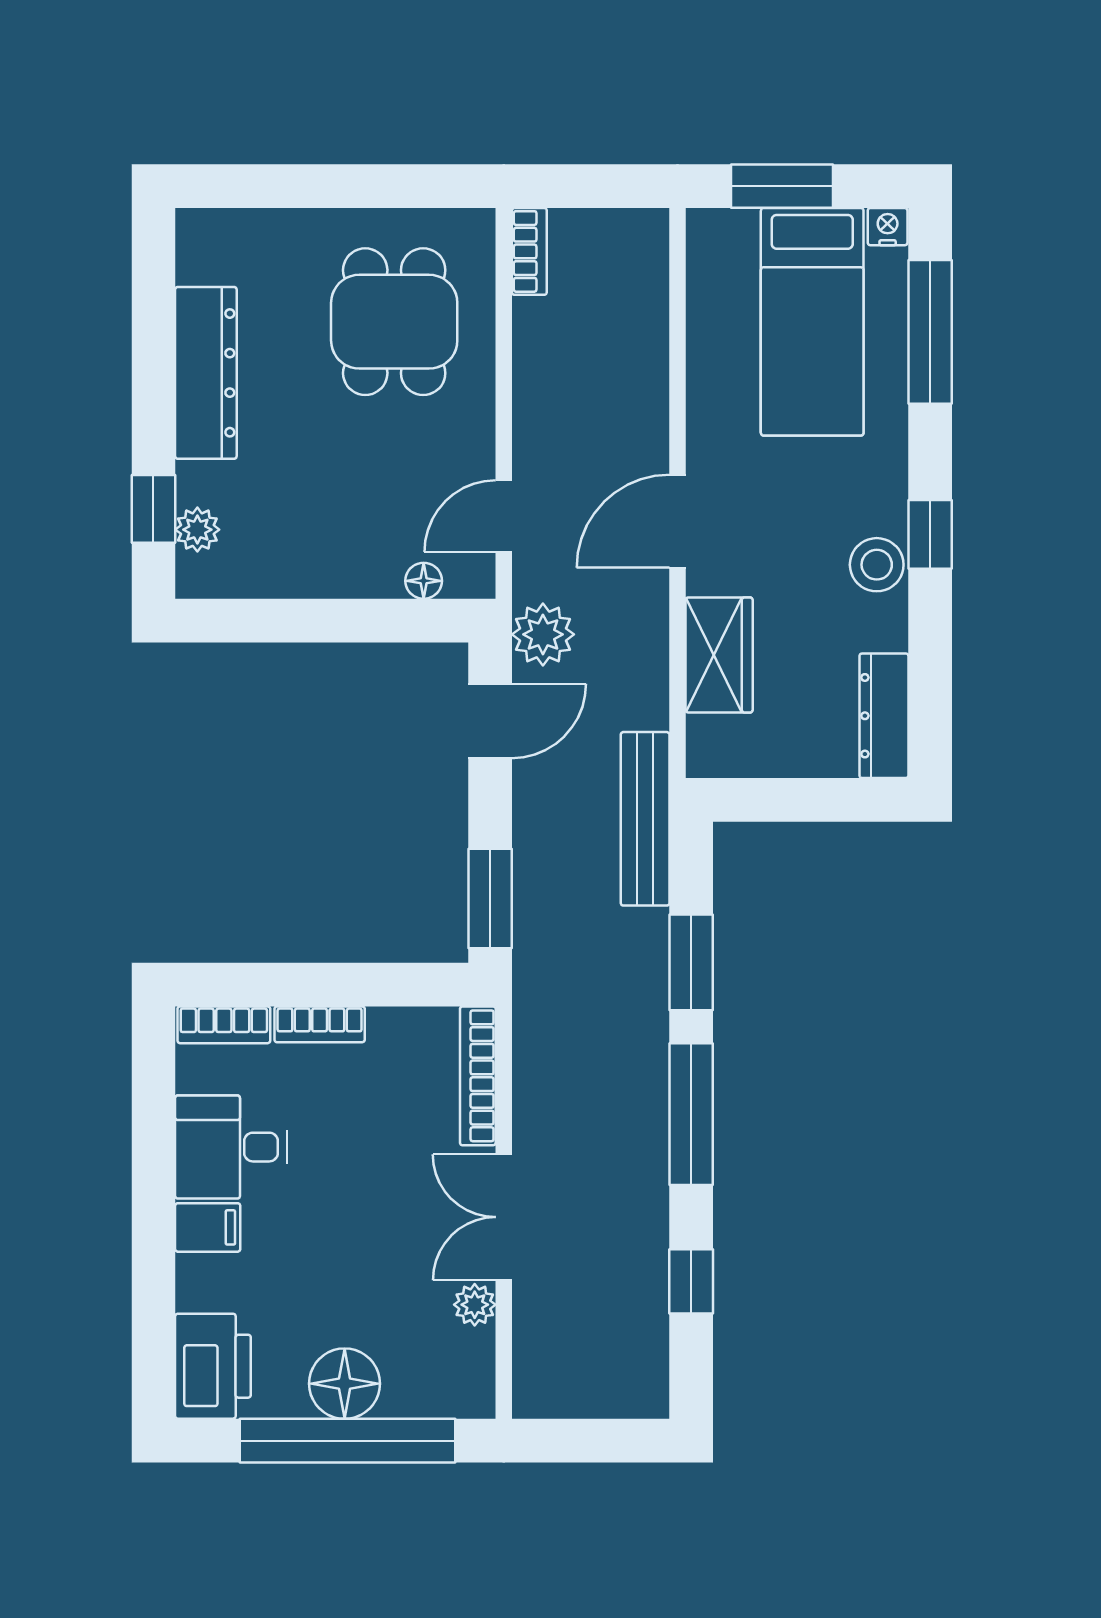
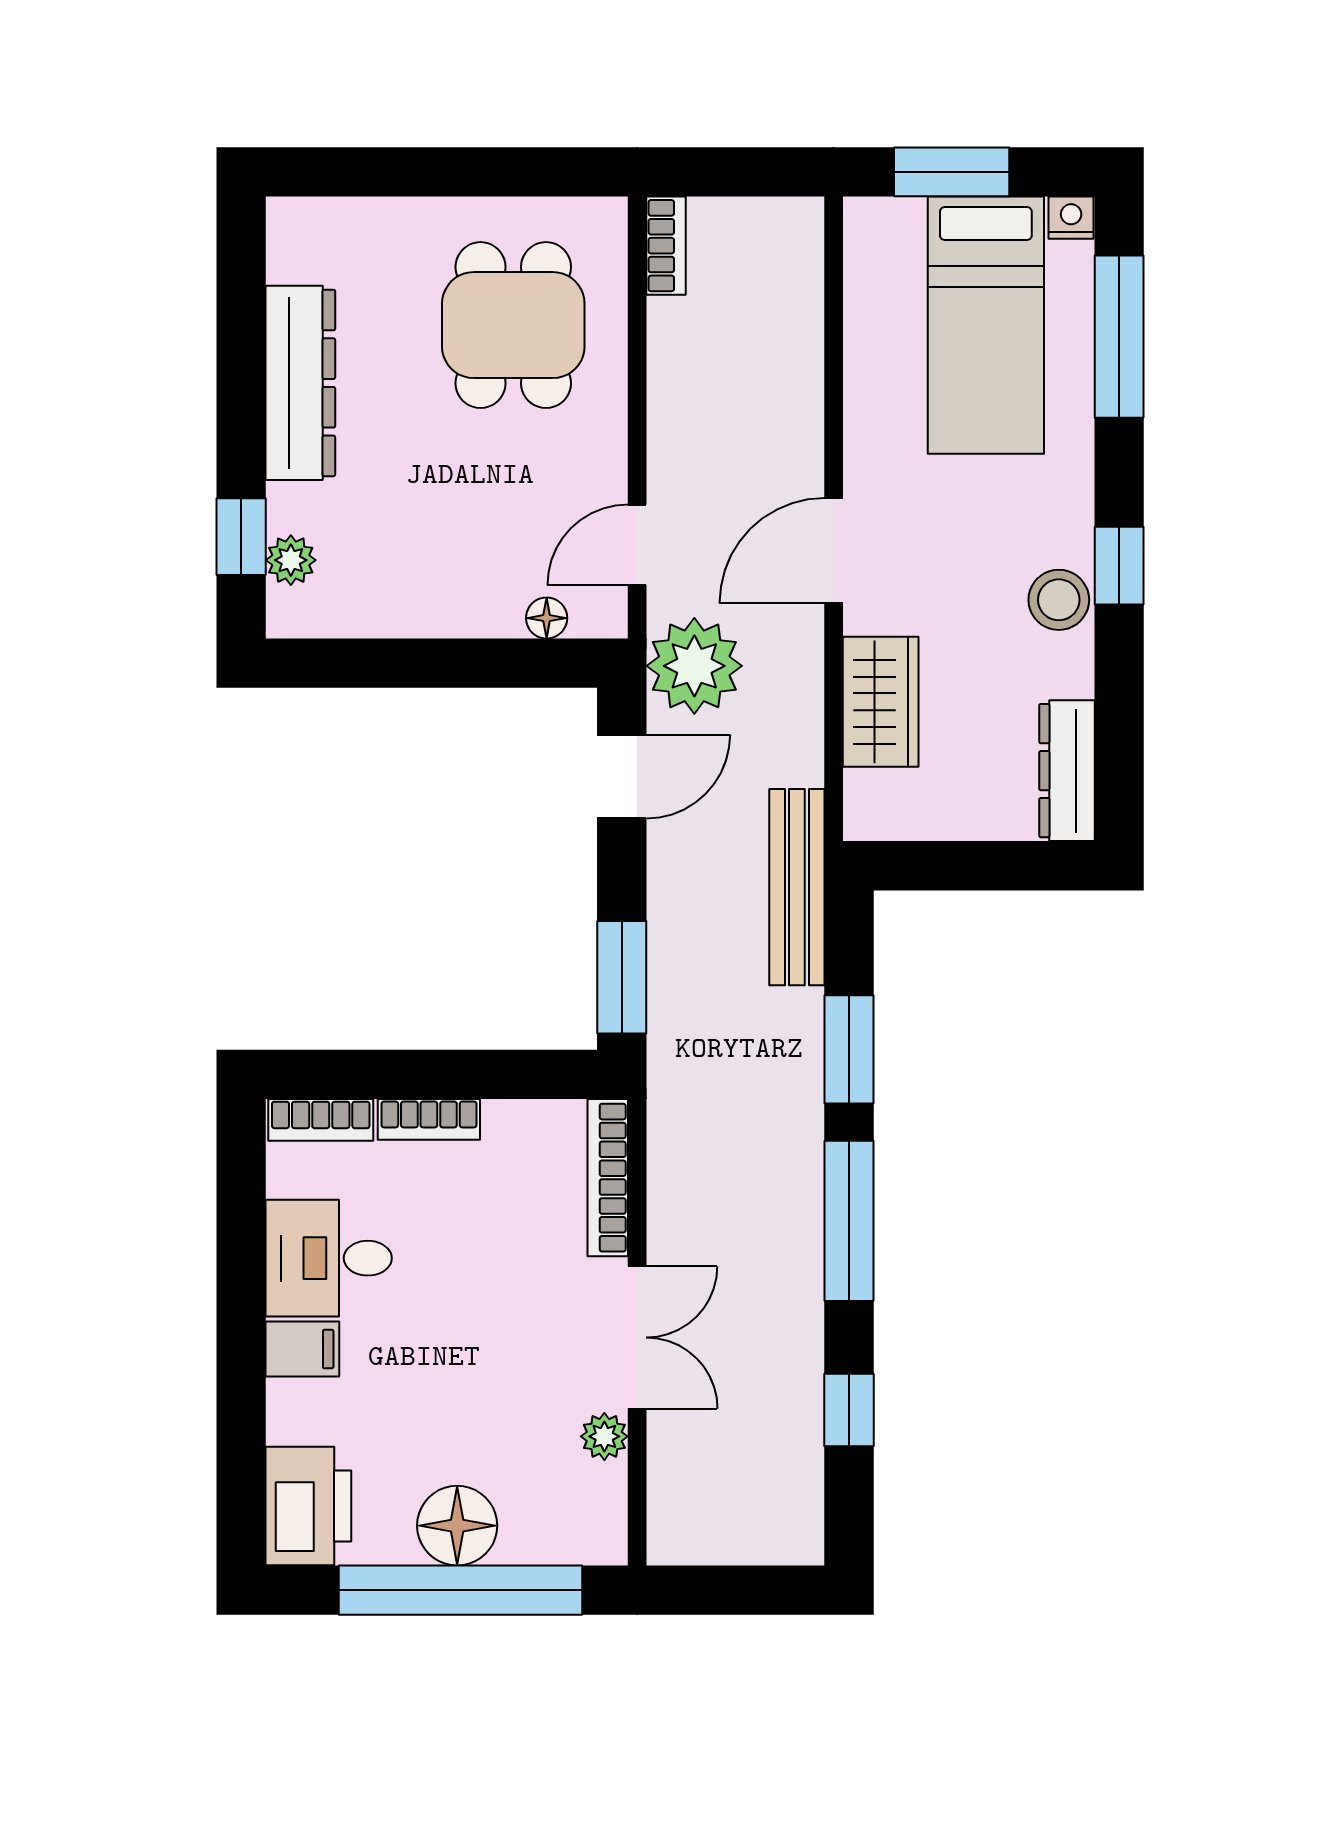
plant: (543, 634) -> (694, 666), width x1.36, depth x1.36
double door: (504, 1217) -> (637, 1337), swing flipped

